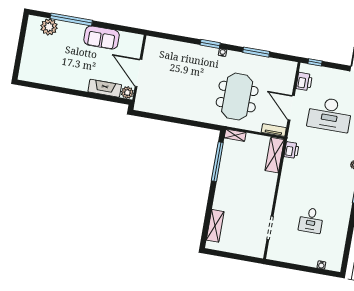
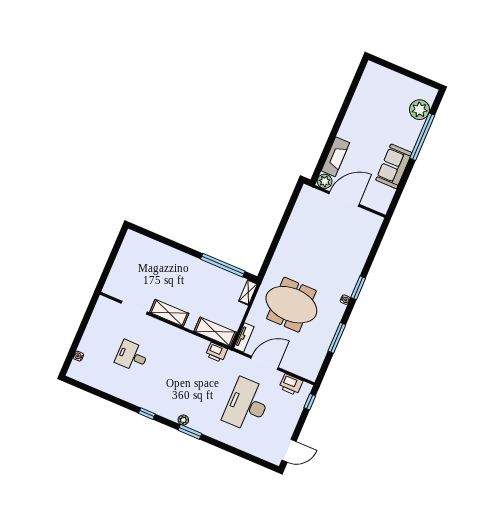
shelving: (215, 226) -> (169, 313), moved

